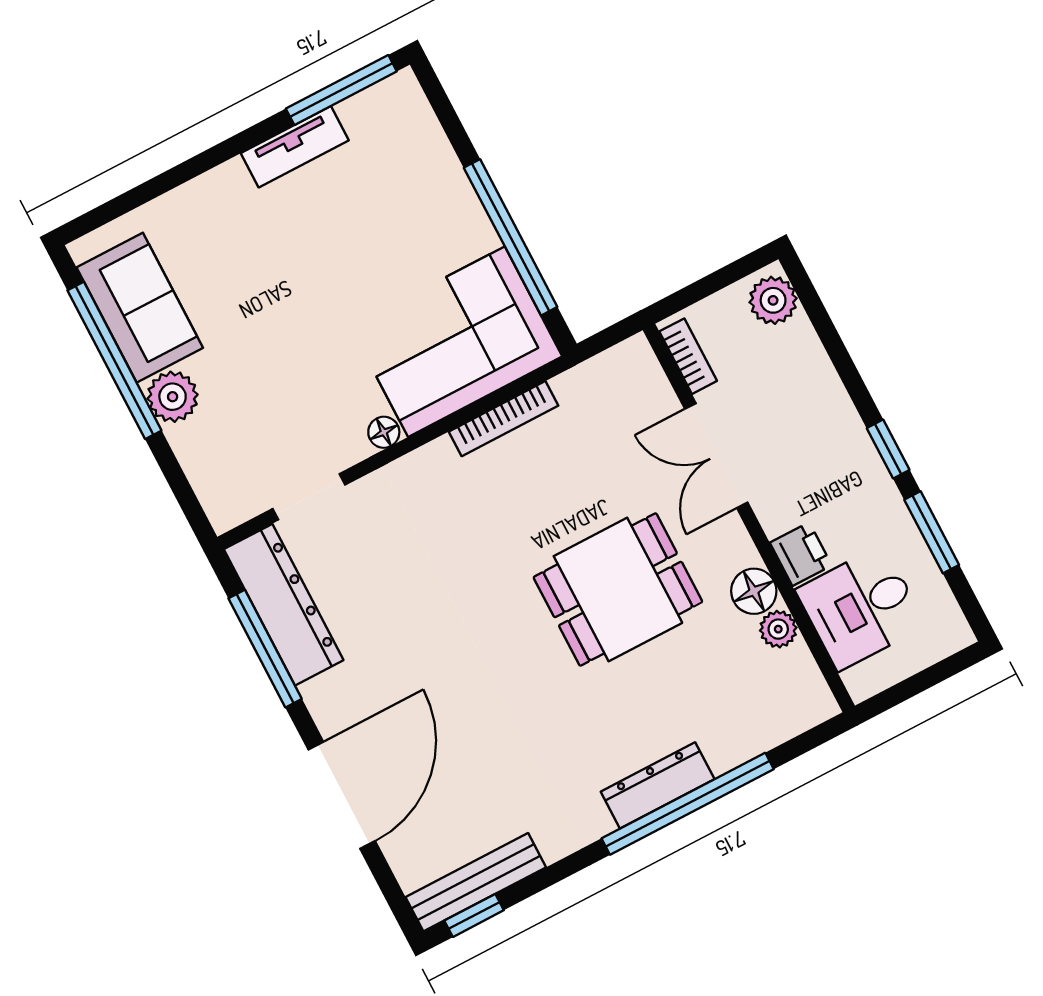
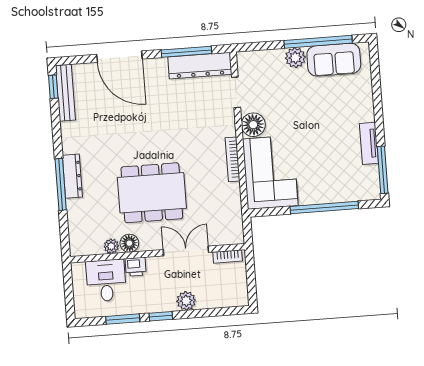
window: (511, 237) -> (324, 208), moved
plant: (773, 300) -> (186, 301), moved
bookcase: (504, 419) -> (233, 159), moved
floor lamp: (384, 432) -> (253, 125), width x1.89, depth x1.89
dining table: (618, 589) -> (152, 193), width x1.38
window: (688, 804) -> (61, 184), width x0.68

